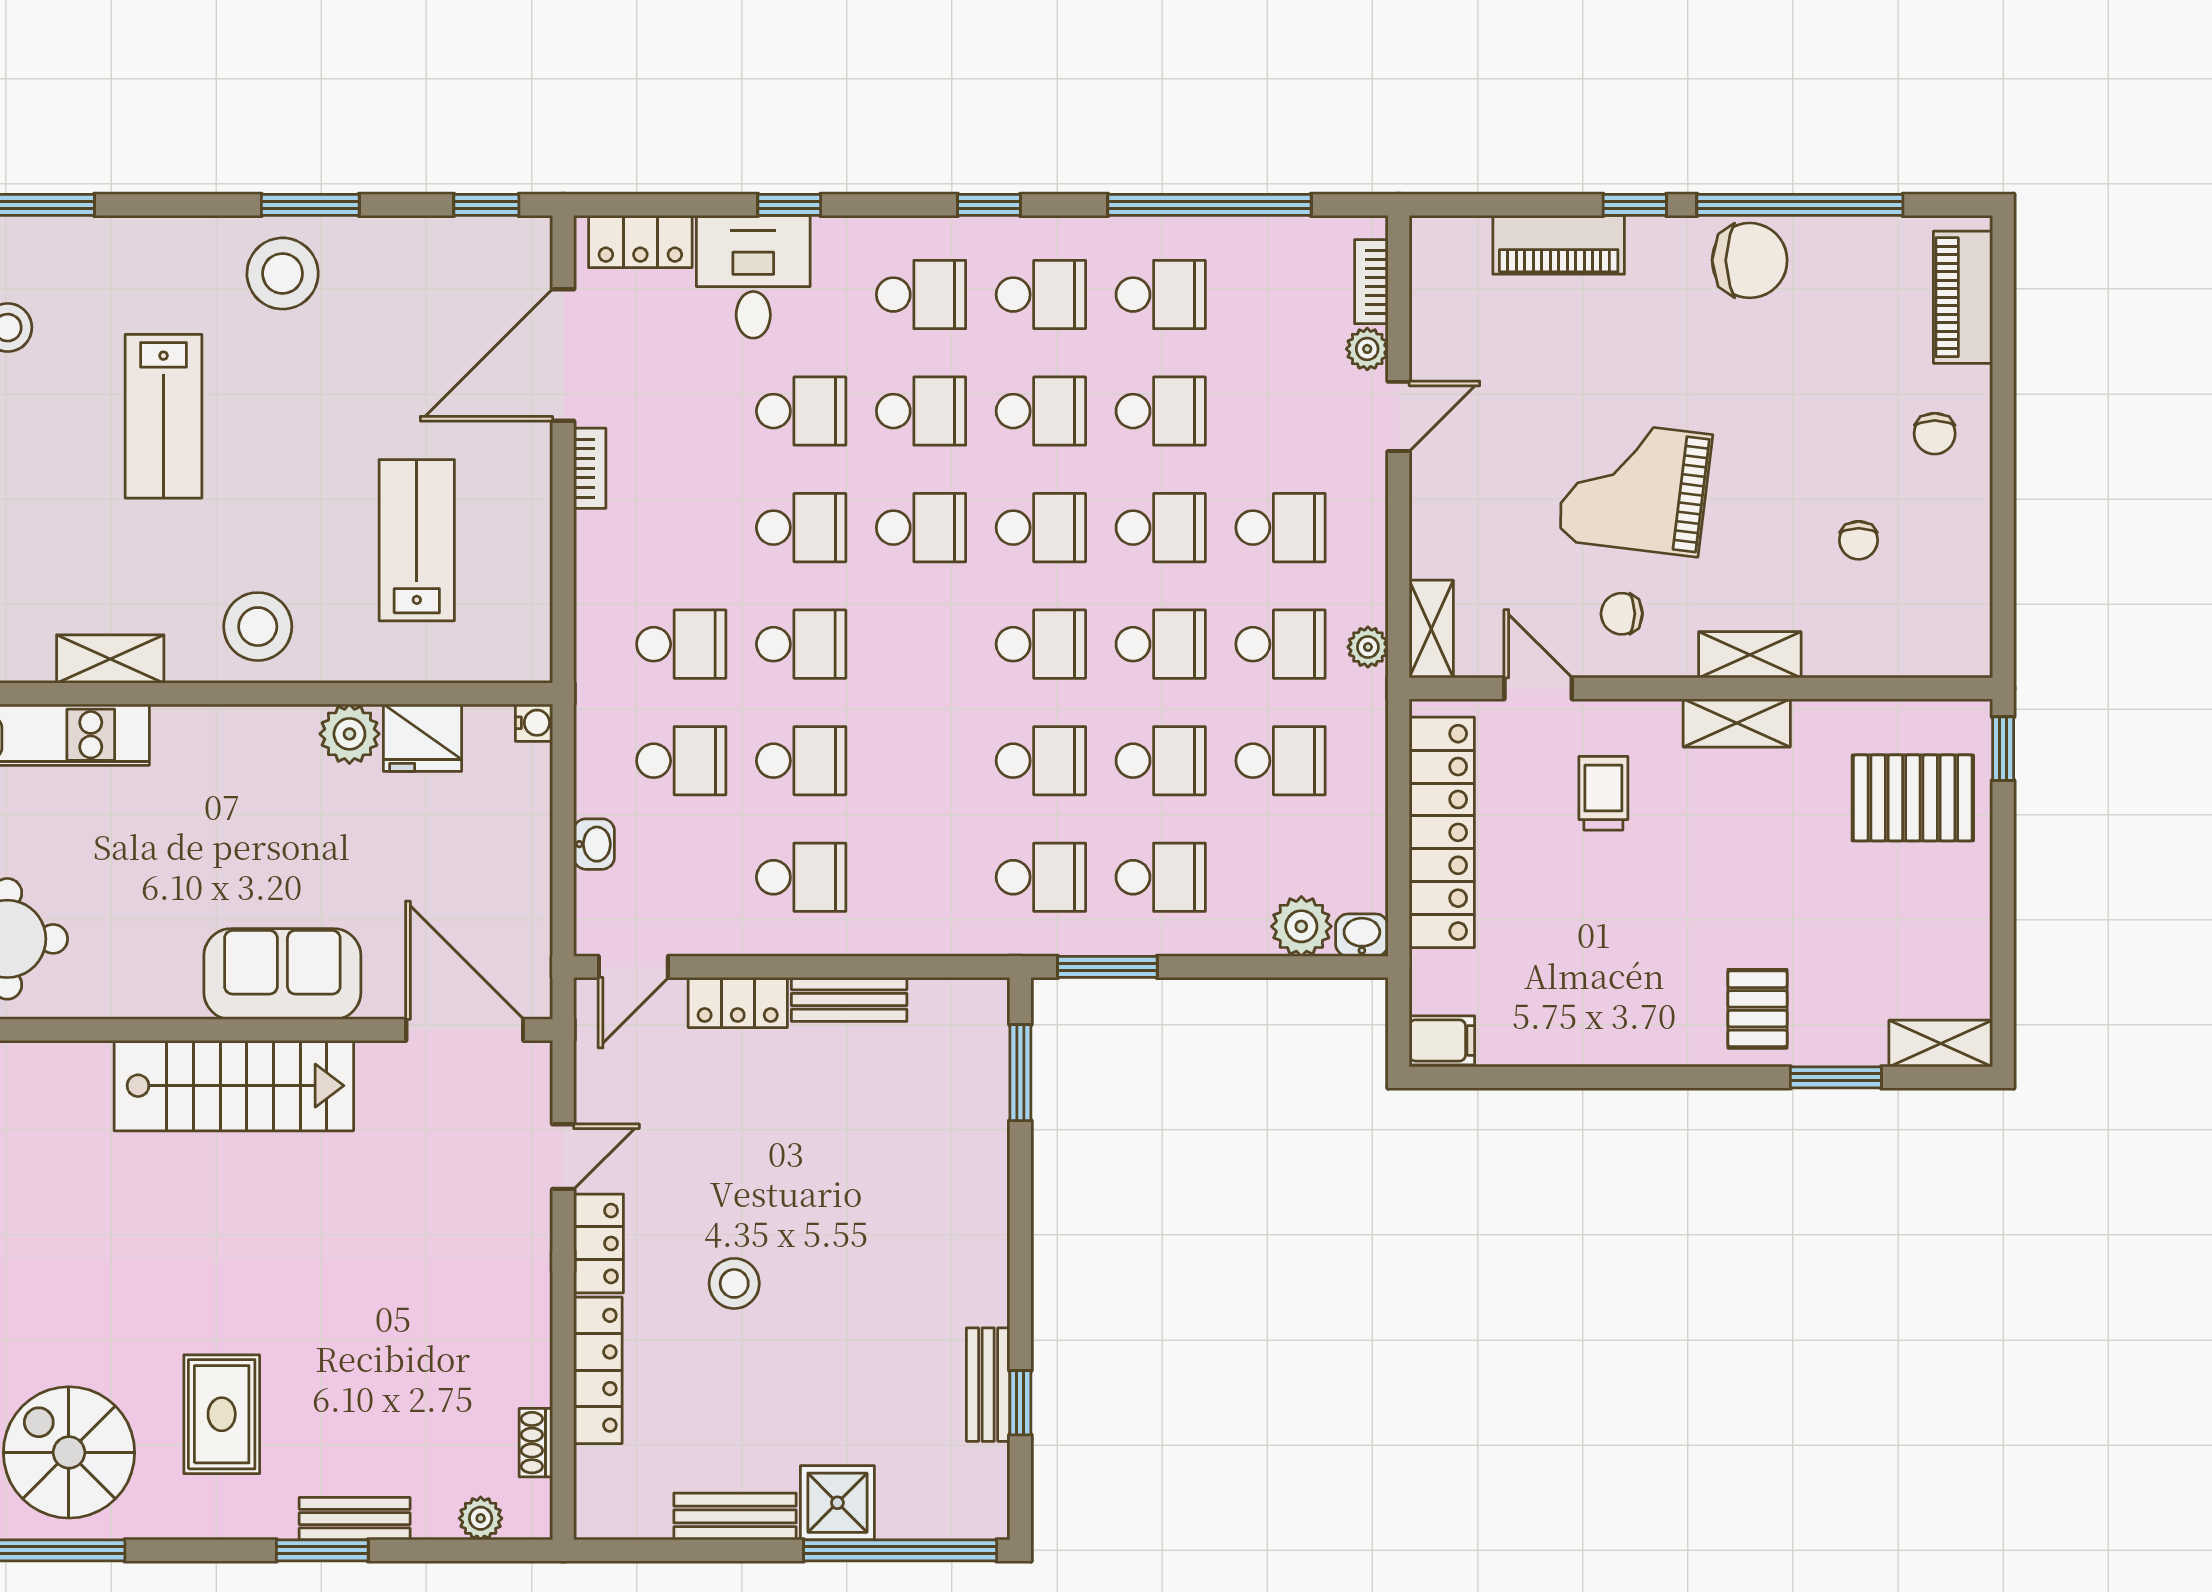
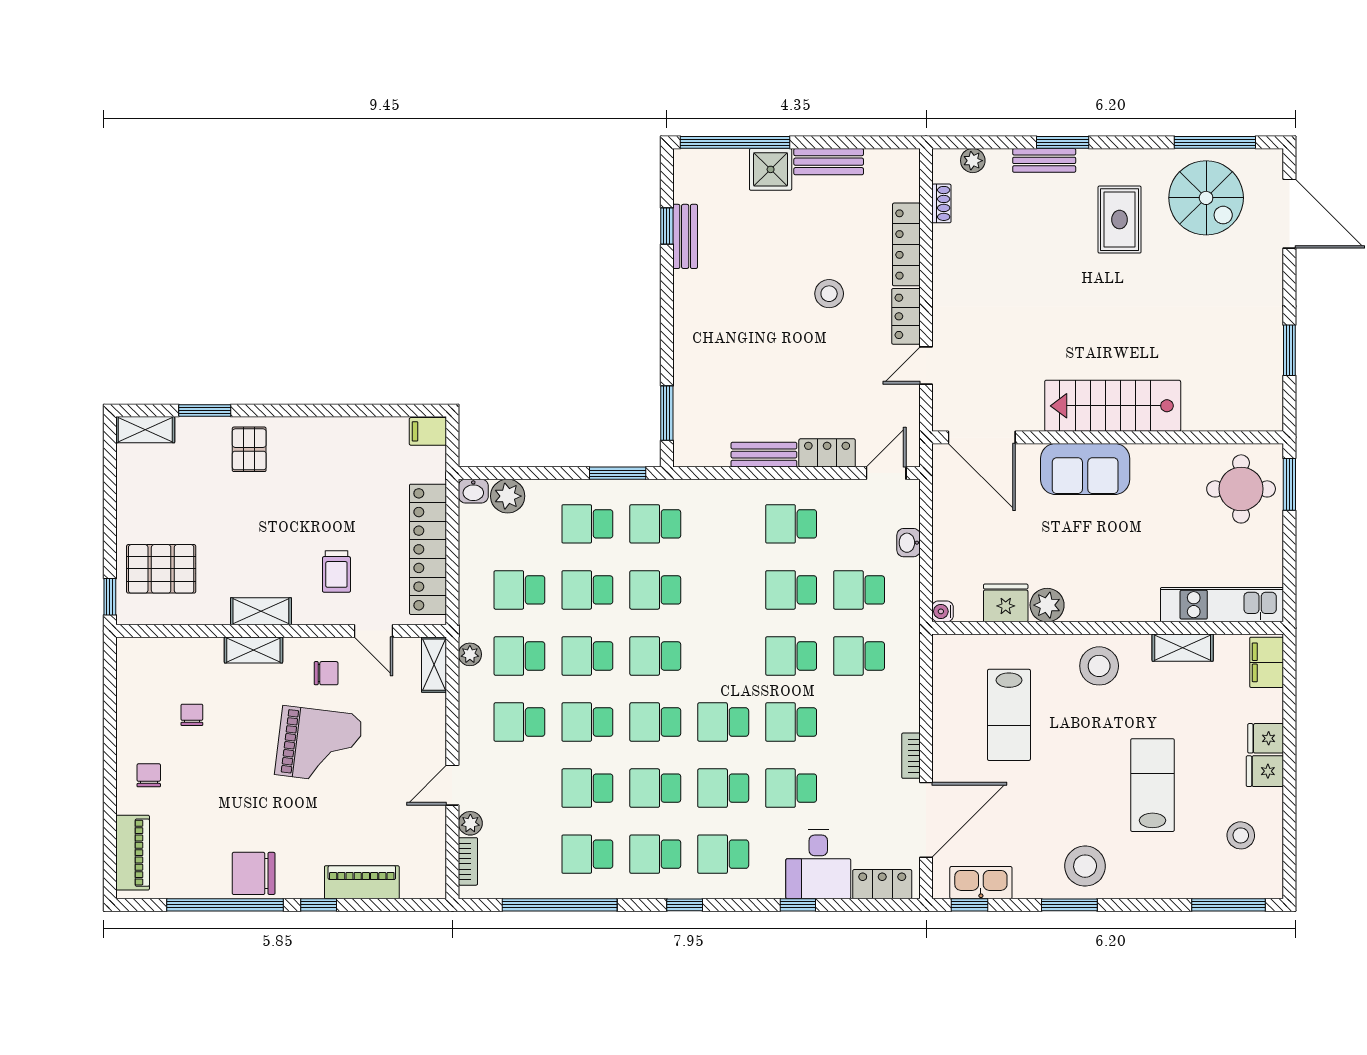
kitchen sink: (466, 244) -> (981, 883), added

